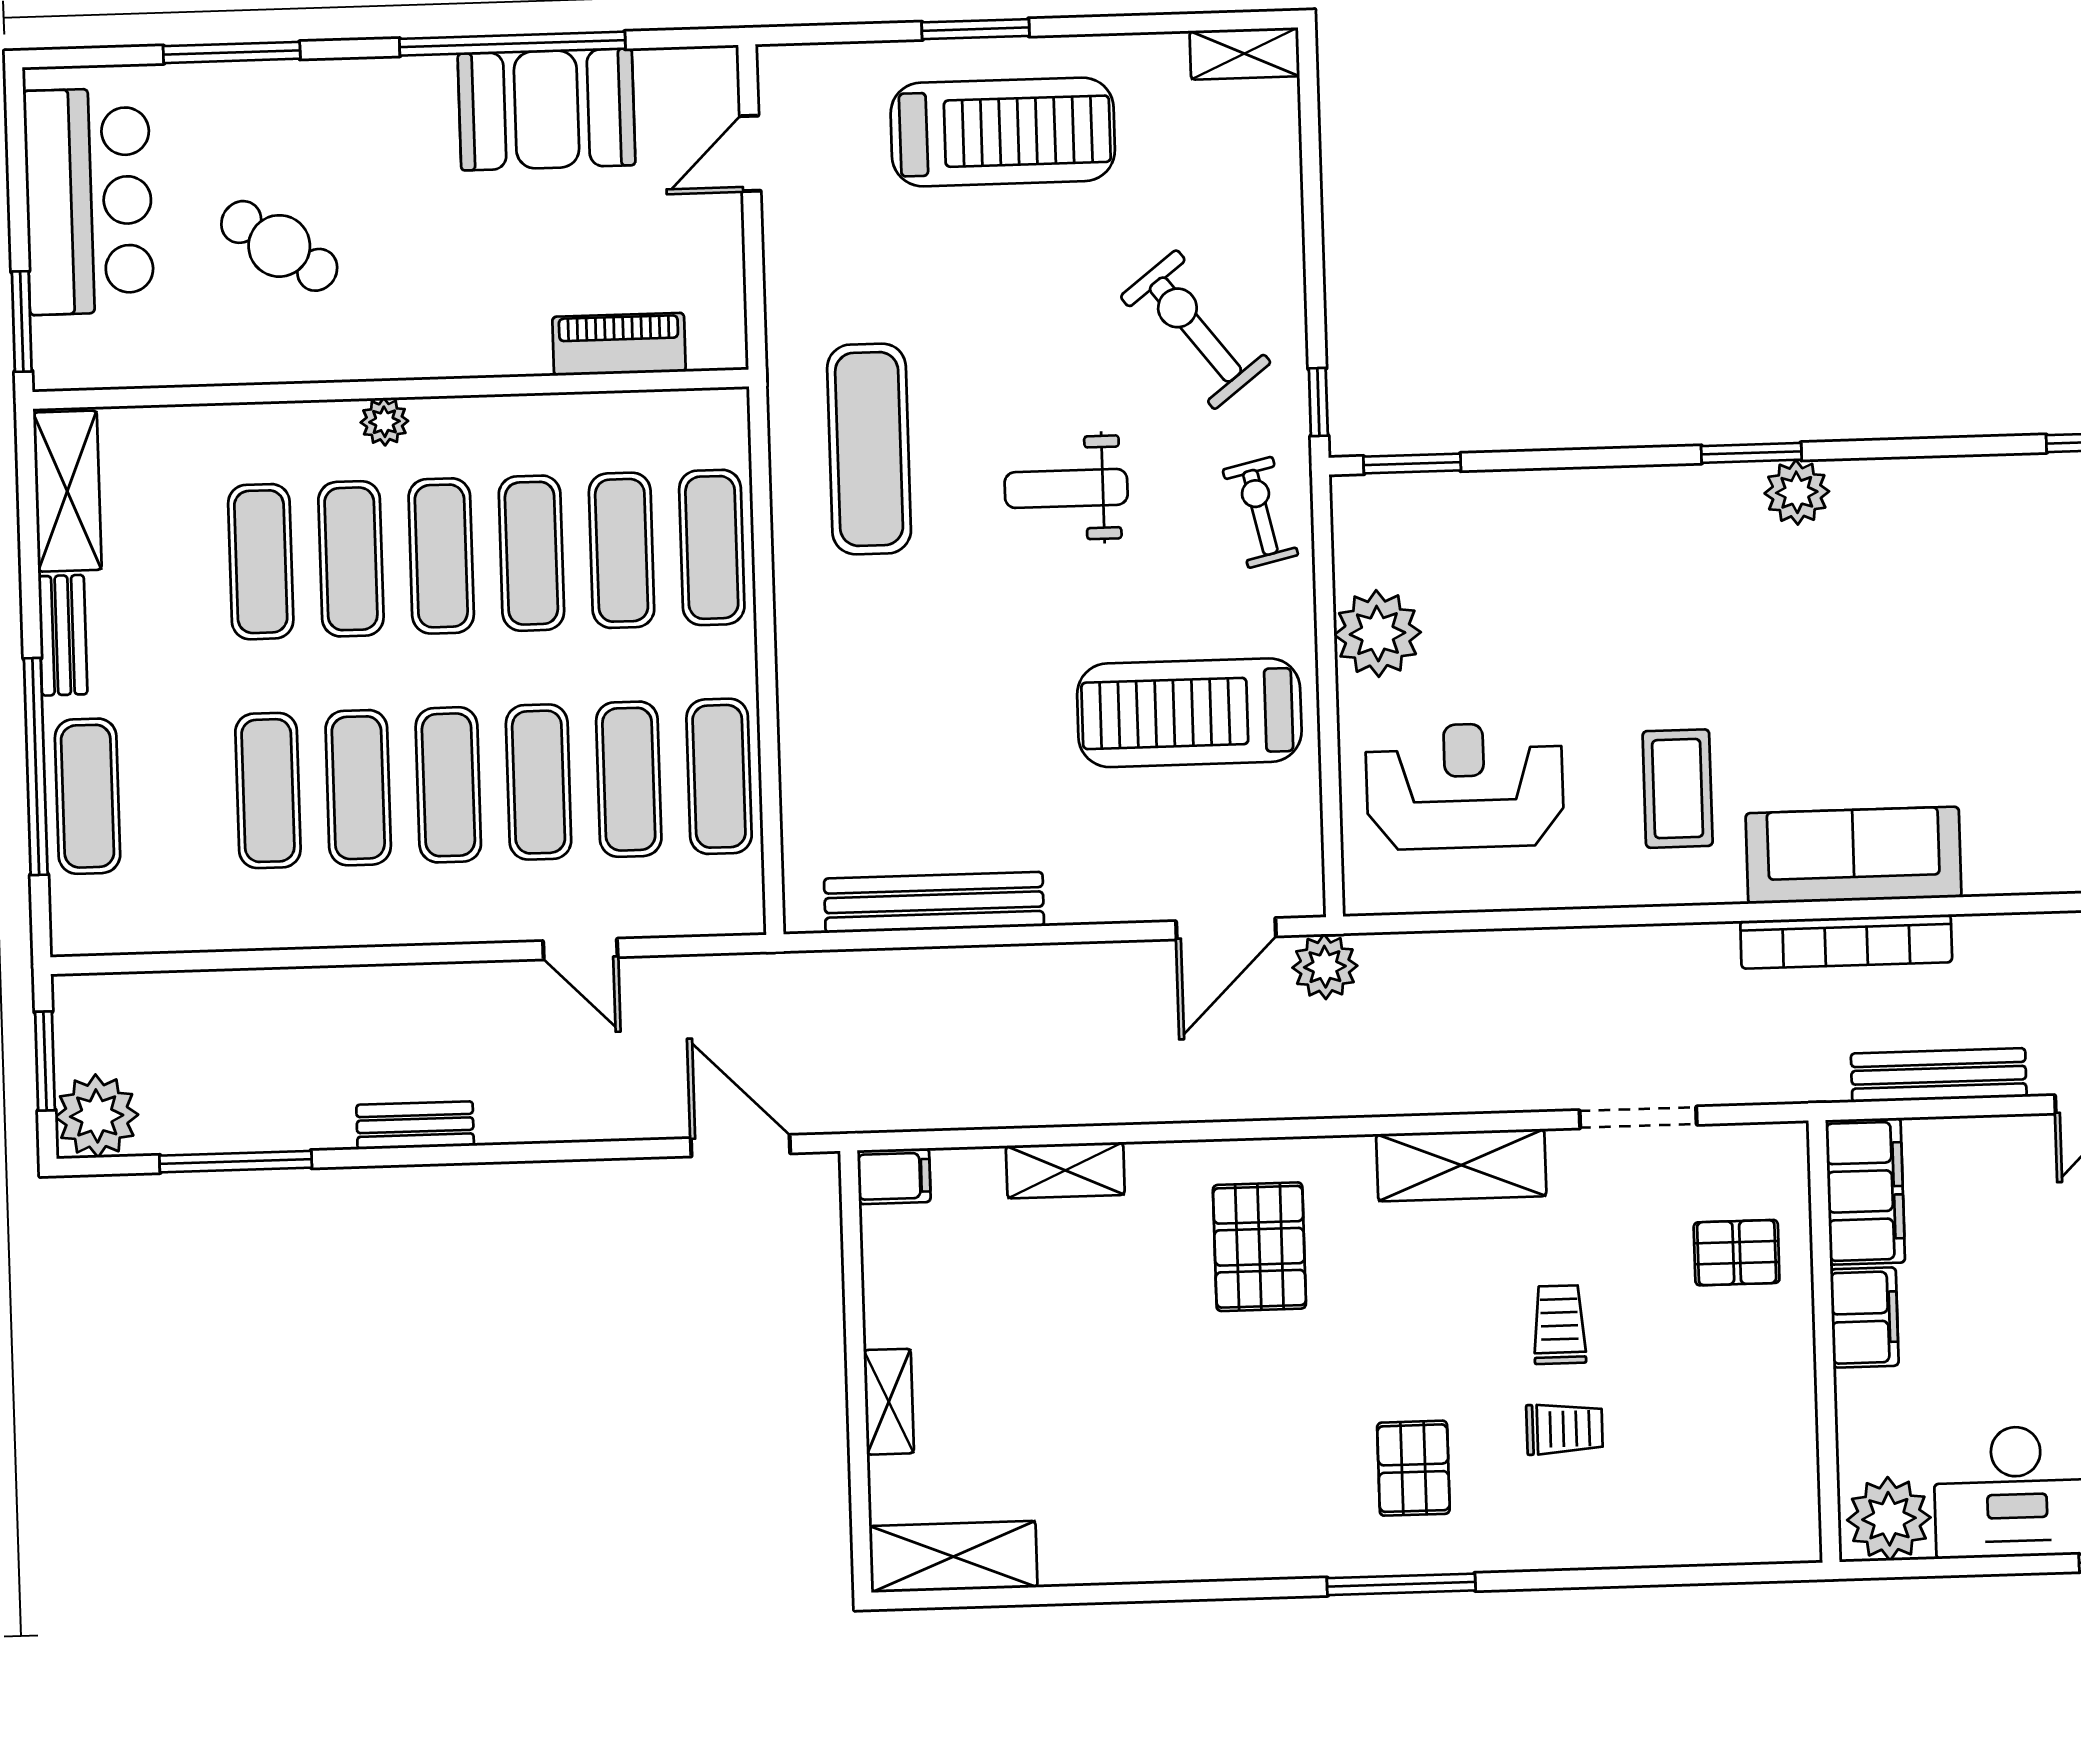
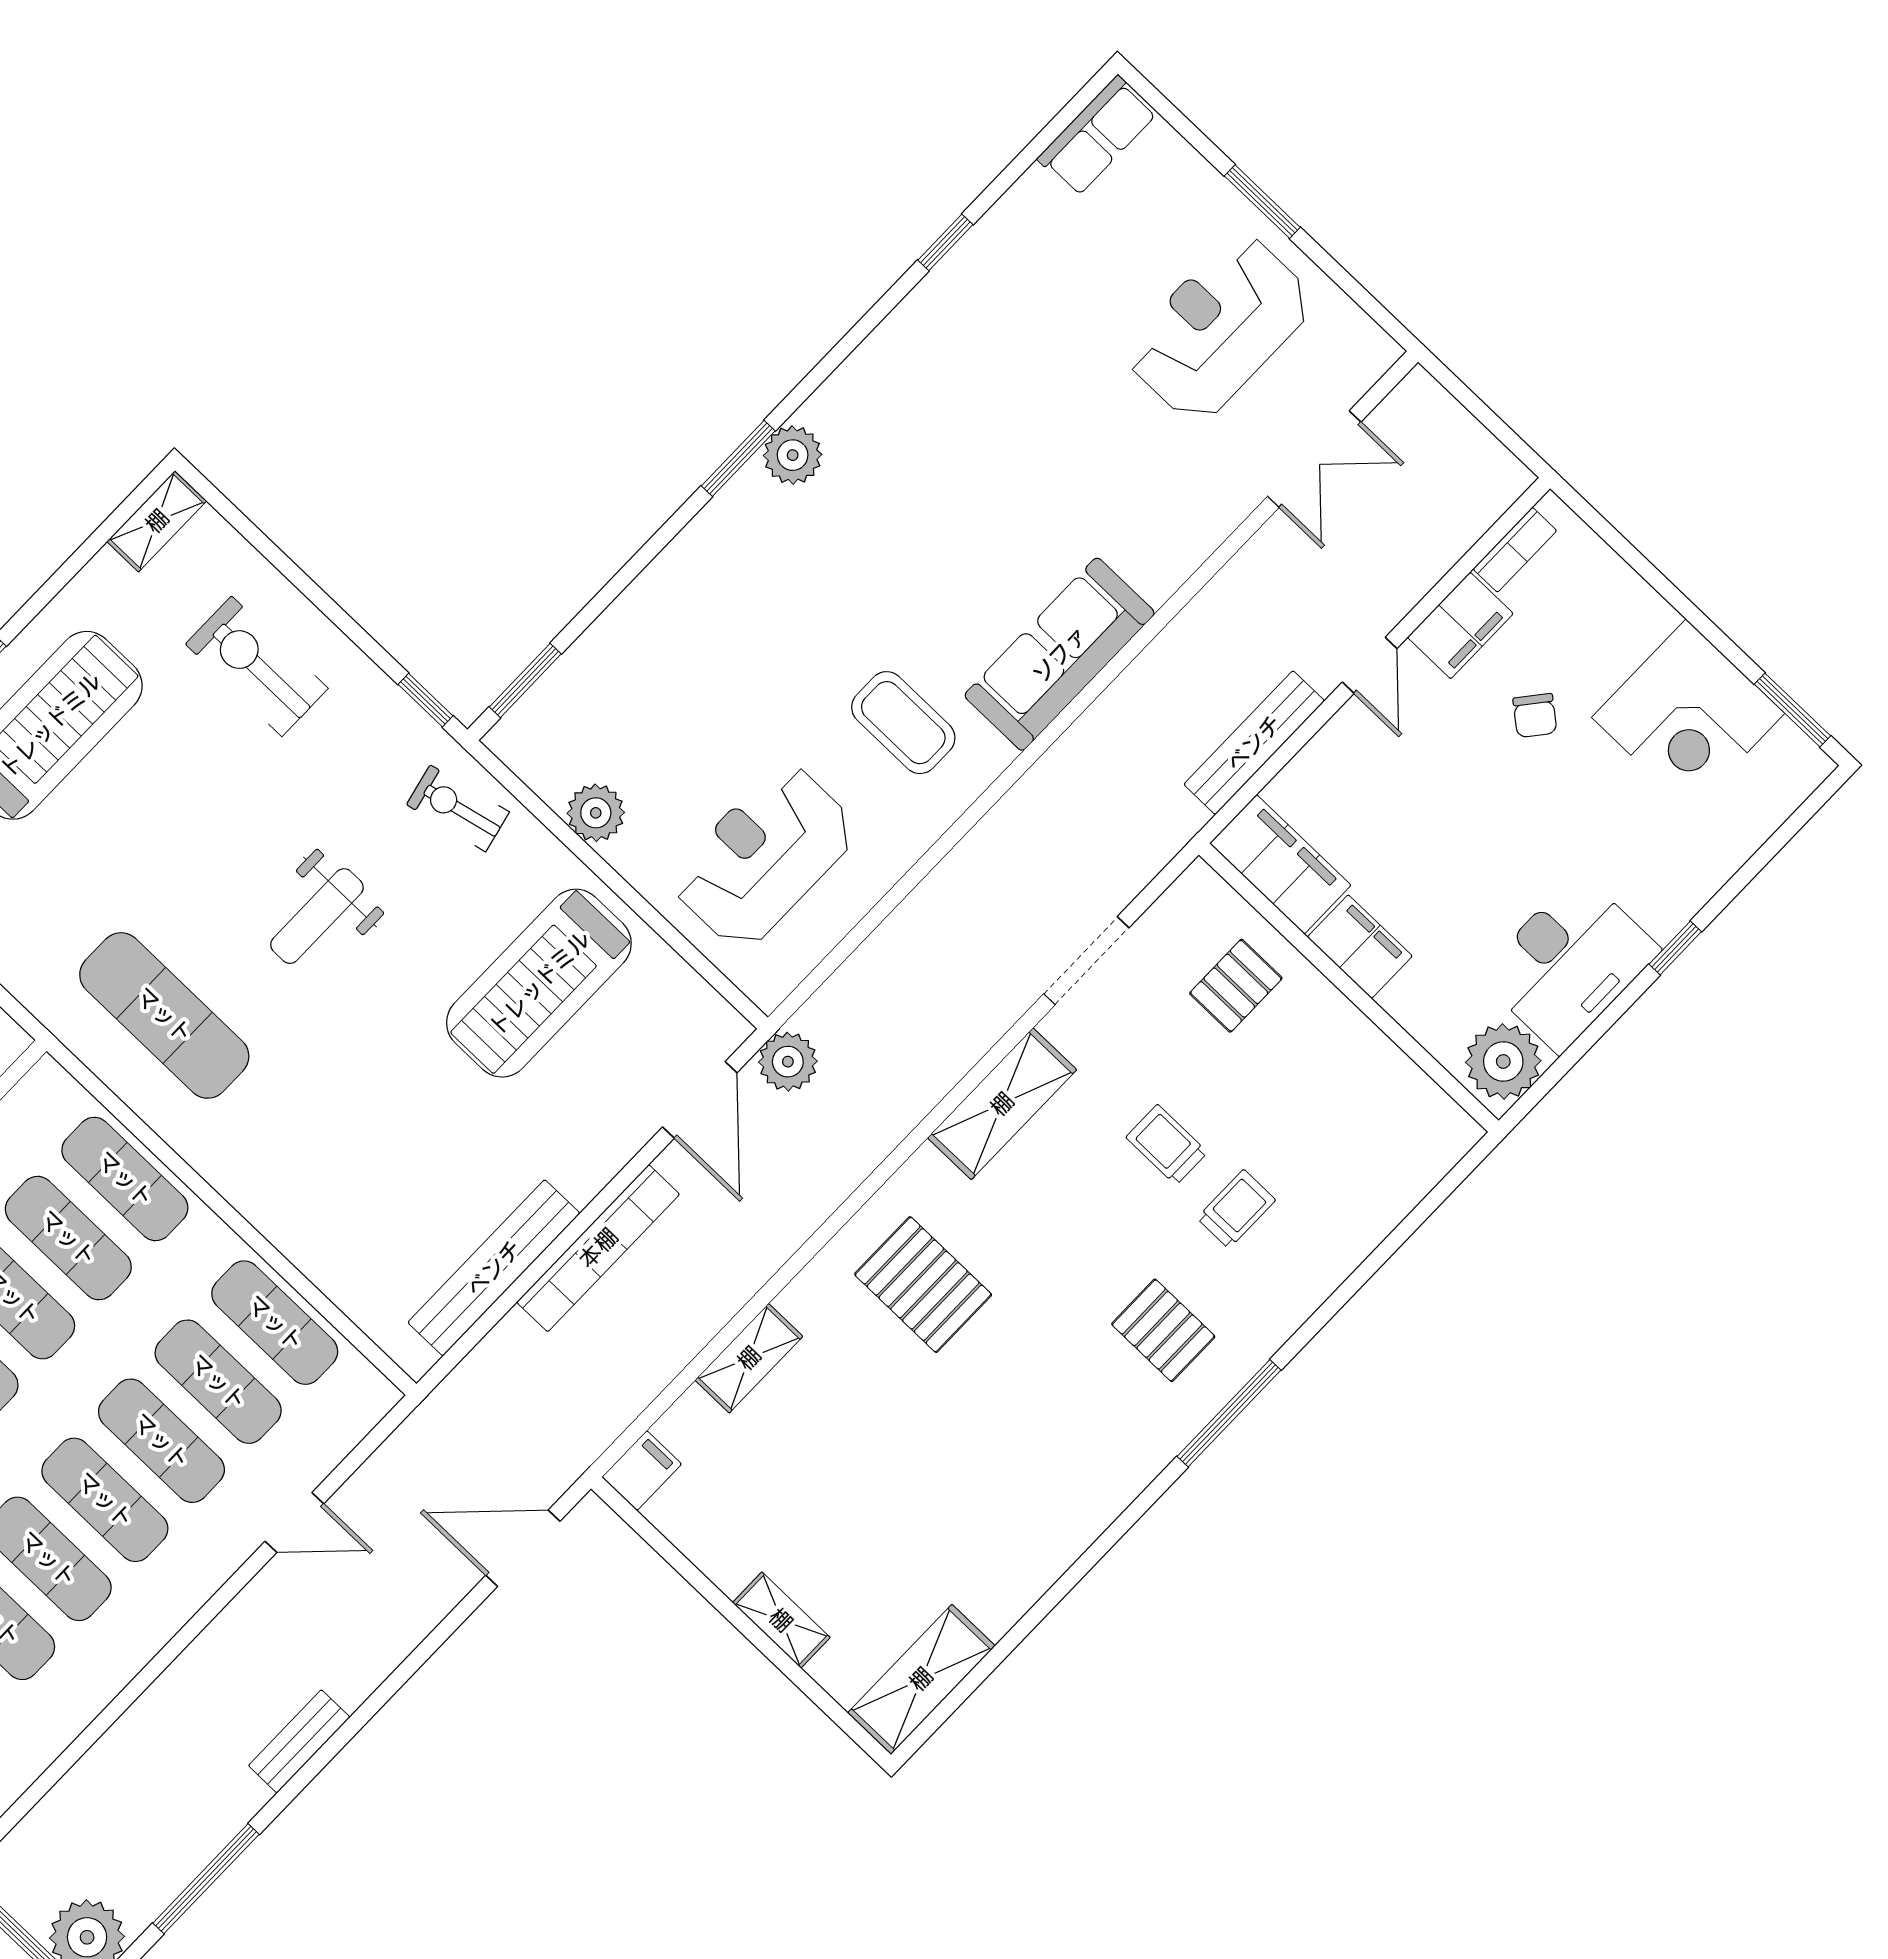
exercise bike: (1195, 330) -> (257, 666), moved, turned 38
plant: (1377, 634) -> (596, 813), width x0.73, depth x0.73
bookcase: (1846, 942) -> (598, 1248), moved

